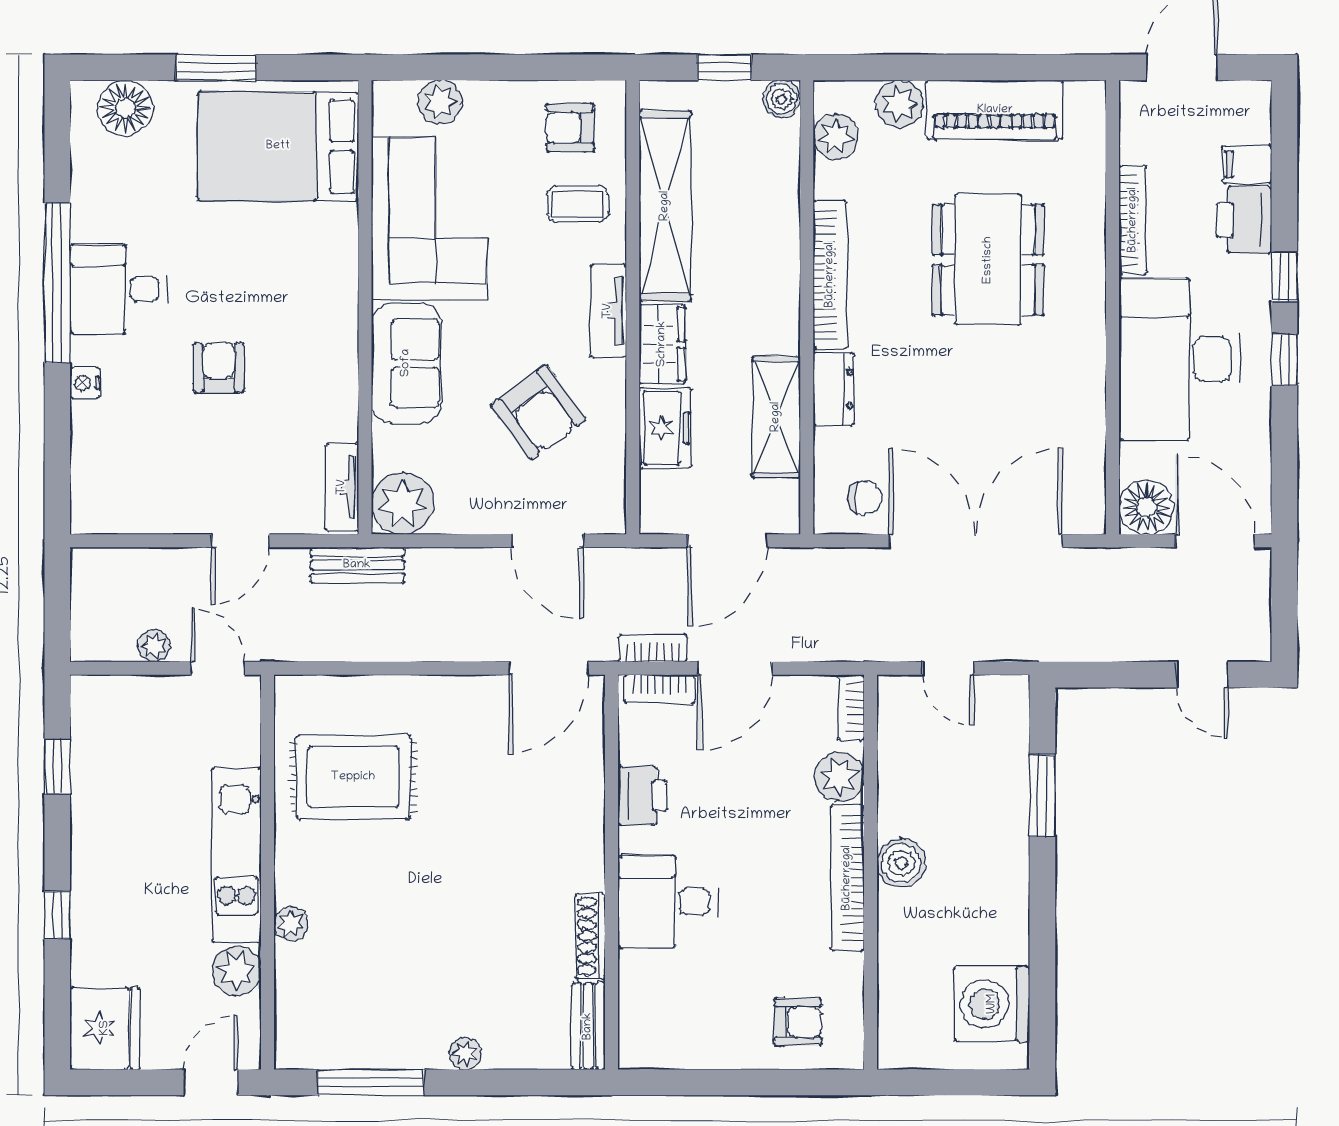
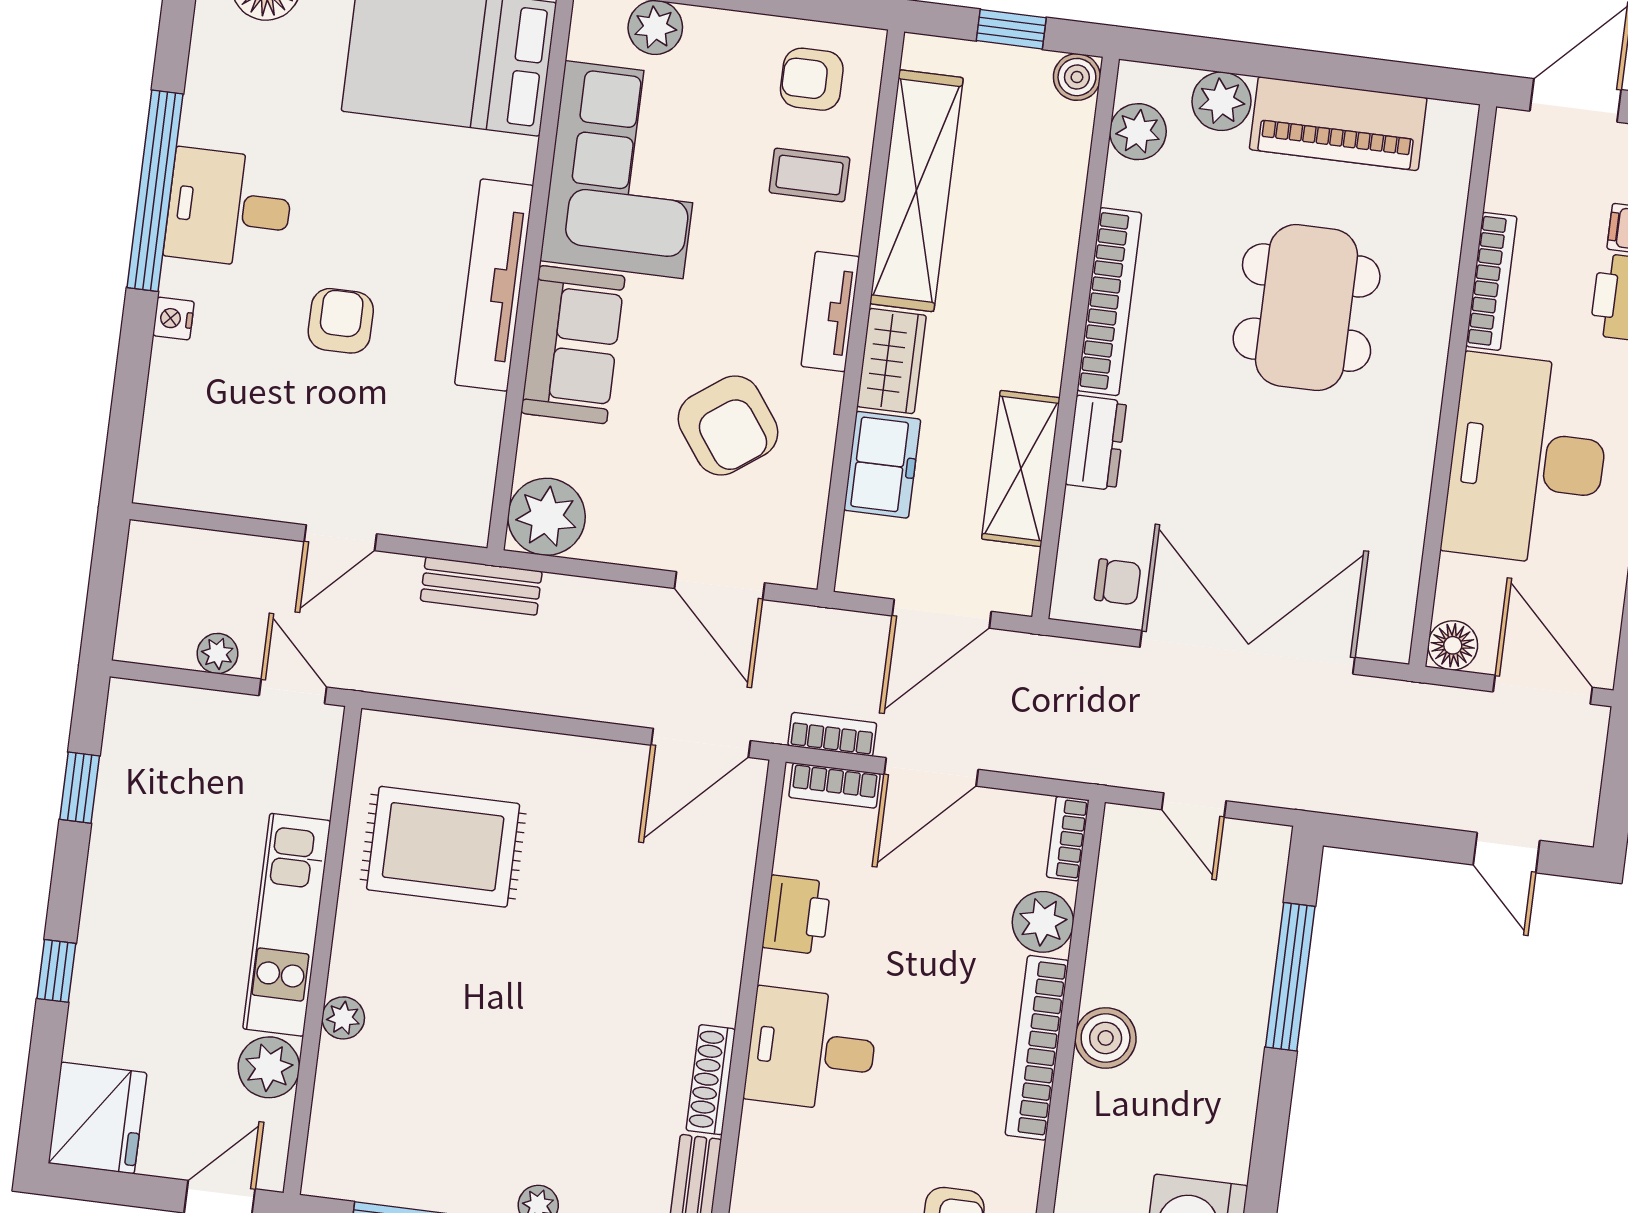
tv unit: (342, 487) -> (494, 285), moved, width x1.92, depth x1.29
floor lamp: (1146, 507) -> (1453, 645), width x0.73, depth x0.73
window: (1042, 795) -> (1290, 977), width x1.44

